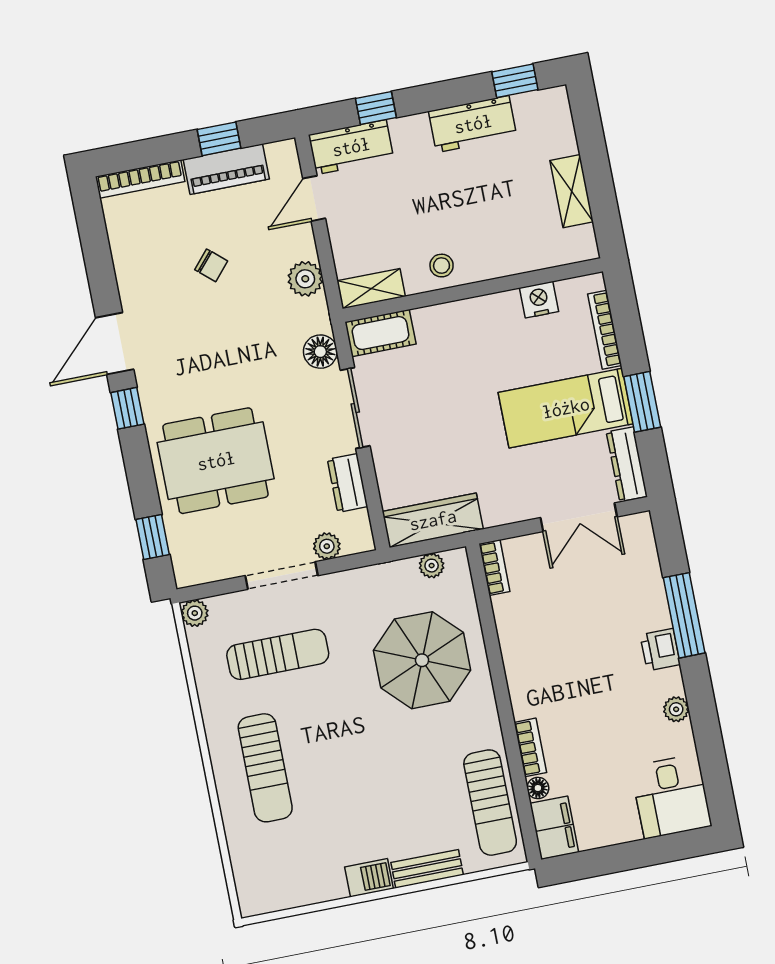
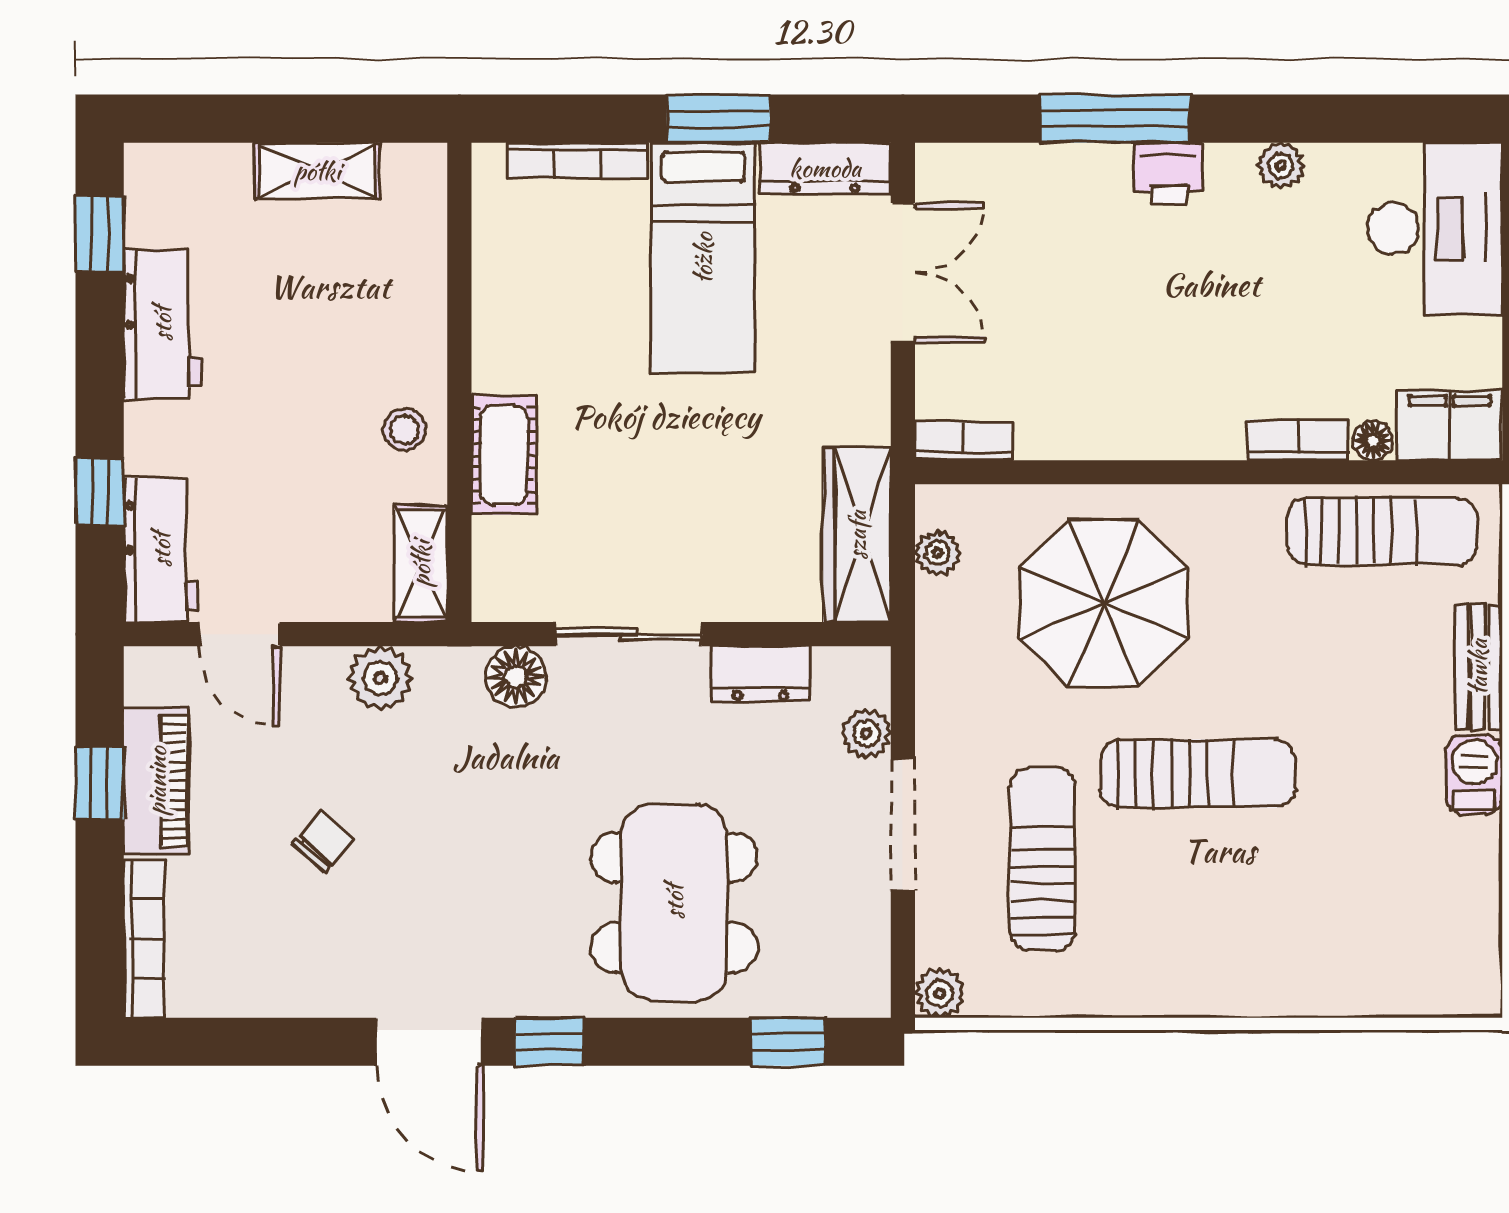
nightstand: (539, 300) -> (500, 267), removed
cot: (381, 333) -> (504, 455), moved
sun lounger: (265, 768) -> (1198, 774), moved
desk: (671, 796) -> (1435, 229), width x1.37

